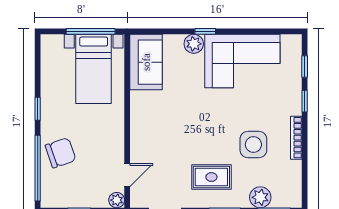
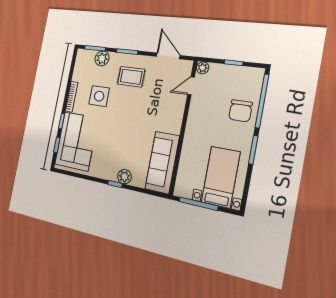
corner sofa: (242, 61) -> (76, 141), moved, turned 90
sofa: (146, 62) -> (162, 163), width x1.36
bed with nightstands: (94, 69) -> (221, 177), moved
window: (38, 109) -> (253, 150), width x1.50
chair: (61, 153) -> (240, 111), turned -71

